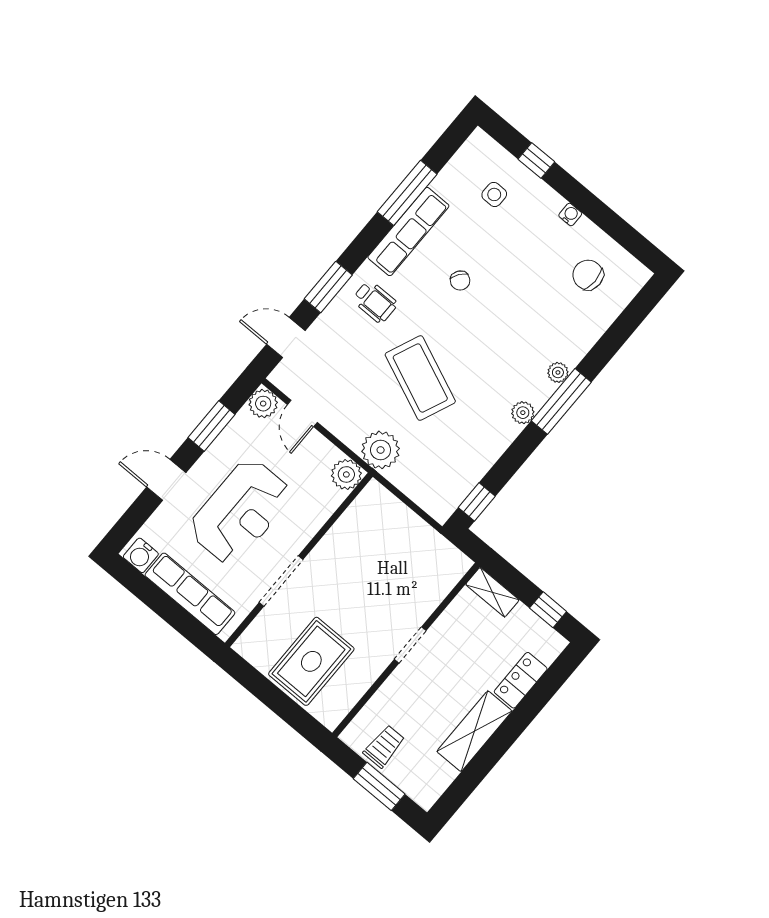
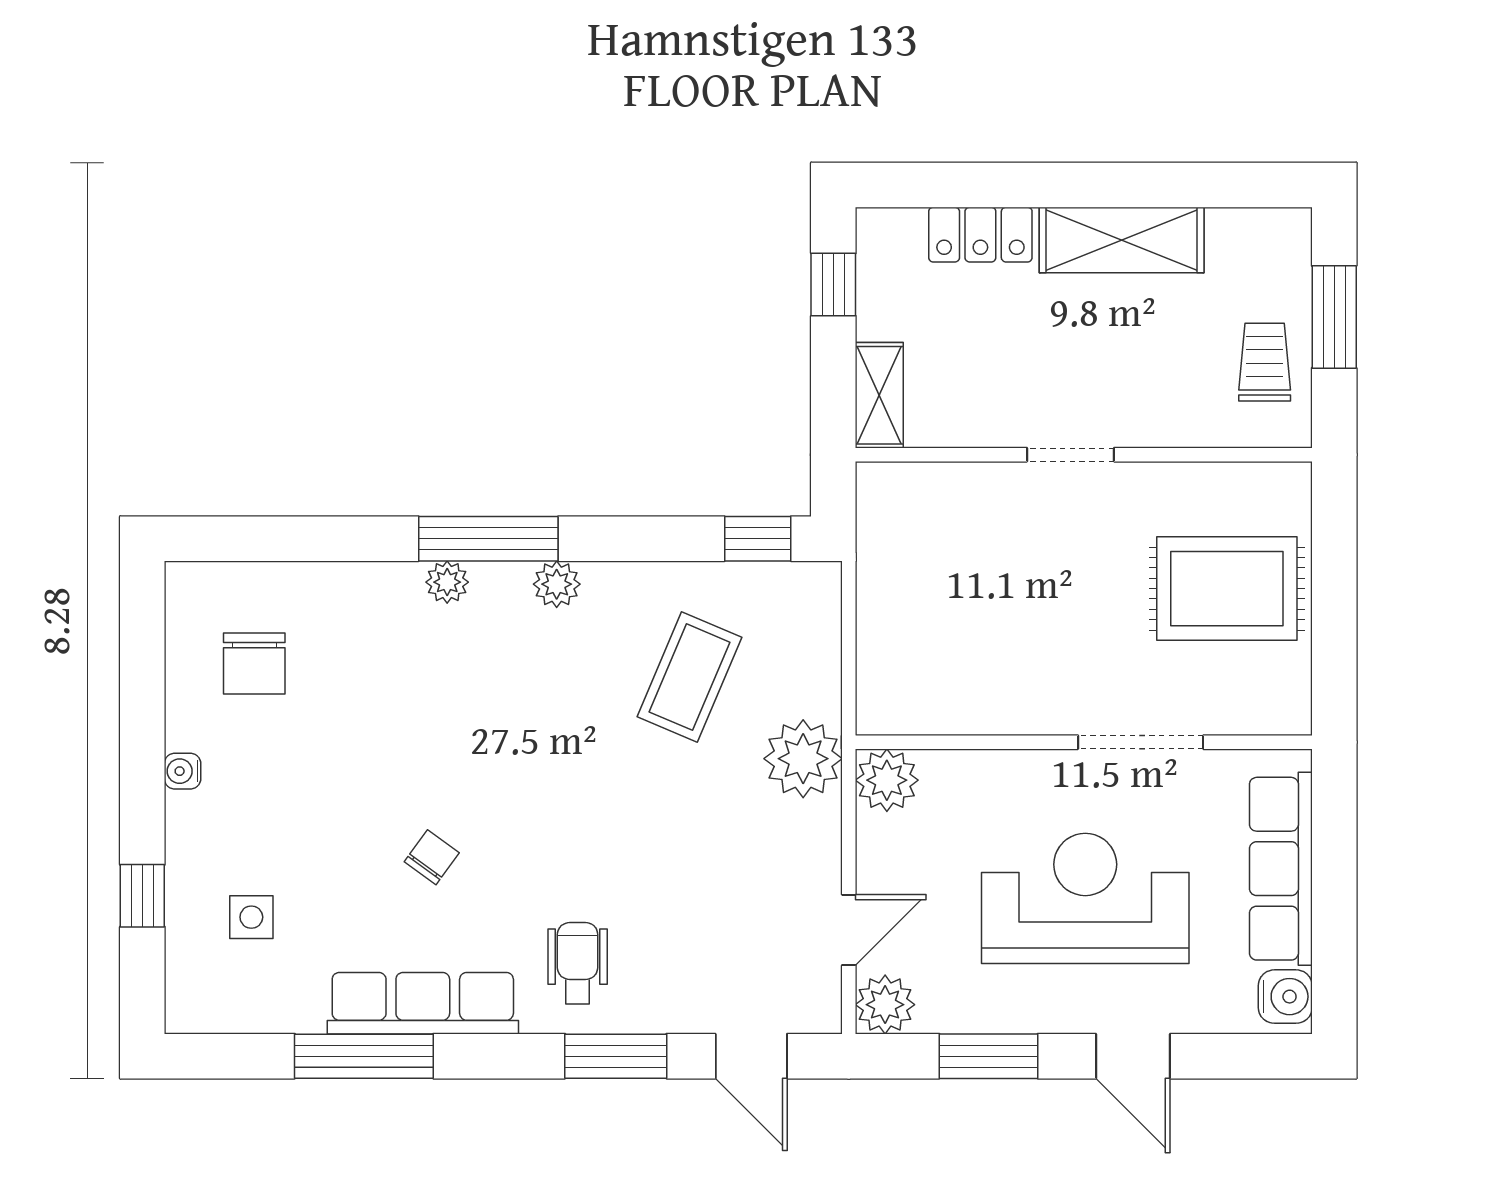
coffee table: (420, 378) -> (689, 677), moved, width x0.73, depth x0.76
trolley: (384, 746) -> (1265, 362), turned 90

